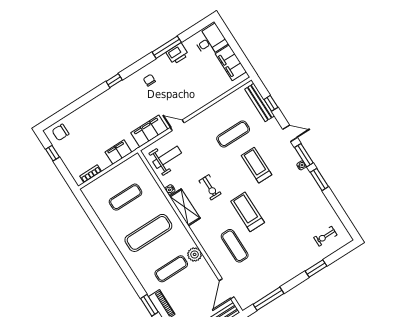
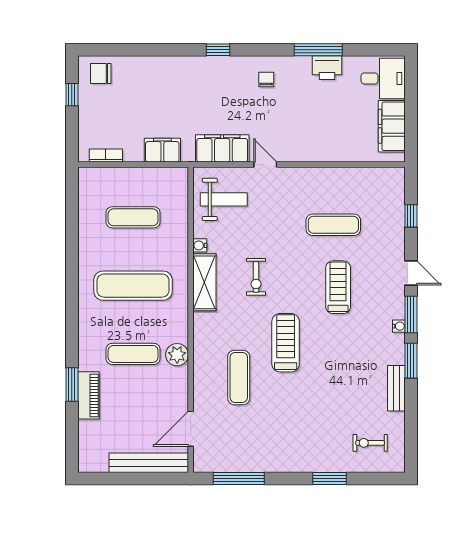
bench: (260, 102) -> (396, 388), moved, width x0.73

